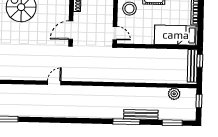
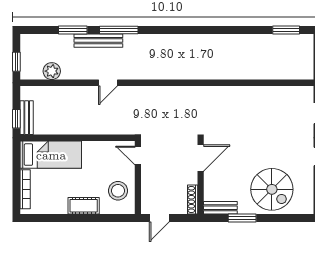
bench: (192, 66) -> (27, 118), width x0.73
door: (54, 83) -> (108, 83), moved
window: (172, 123) -> (73, 30), moved

